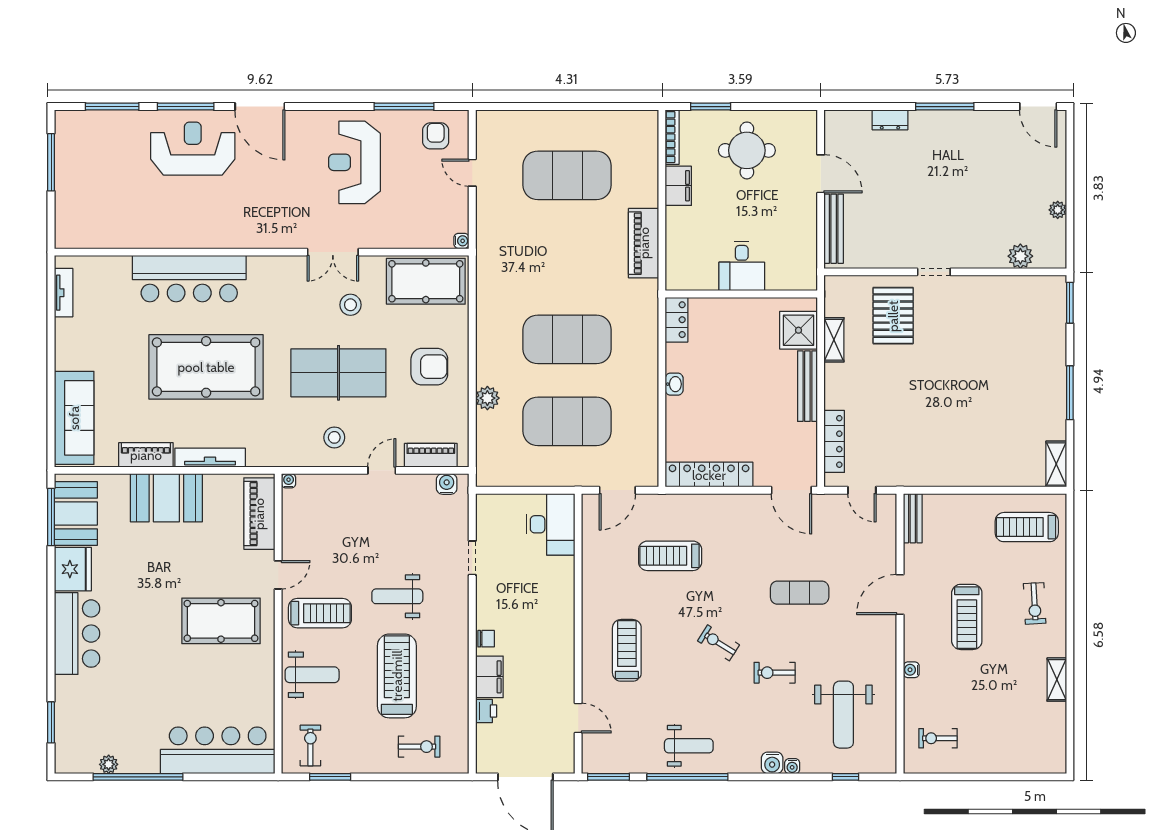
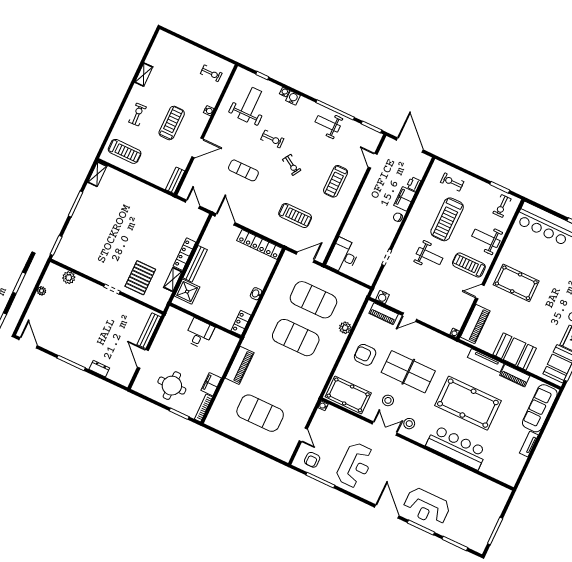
tv unit: (64, 293) -> (529, 444), moved
stool: (334, 437) -> (409, 424), moved
locker: (834, 441) -> (185, 254), moved

